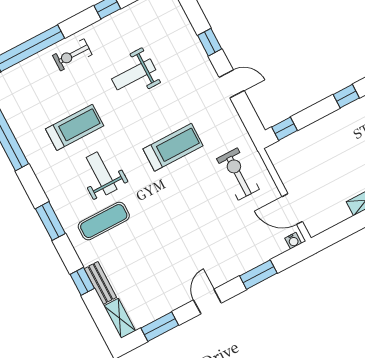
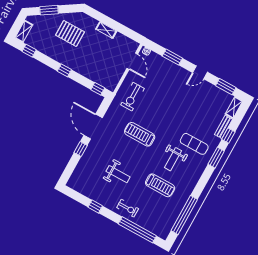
door: (232, 84) -> (93, 126), width x1.87
treadmill: (75, 127) -> (160, 185), turned 180
window: (50, 221) -> (216, 158), moved

